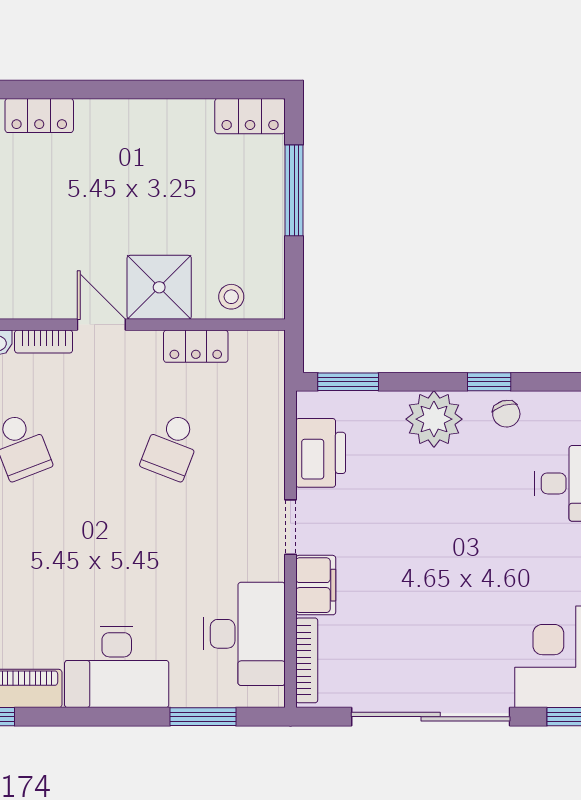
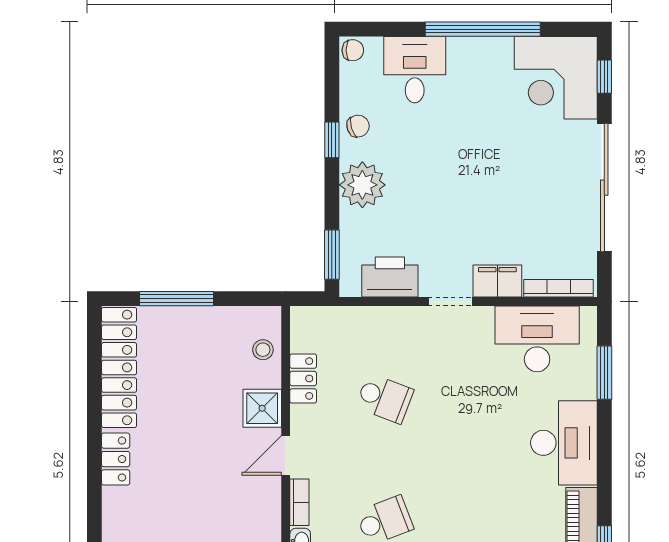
locker: (39, 116) -> (116, 459), moved
locker: (250, 116) -> (119, 367), width x2.16, depth x1.21
shower: (159, 287) -> (262, 408), width x0.73, depth x0.73

